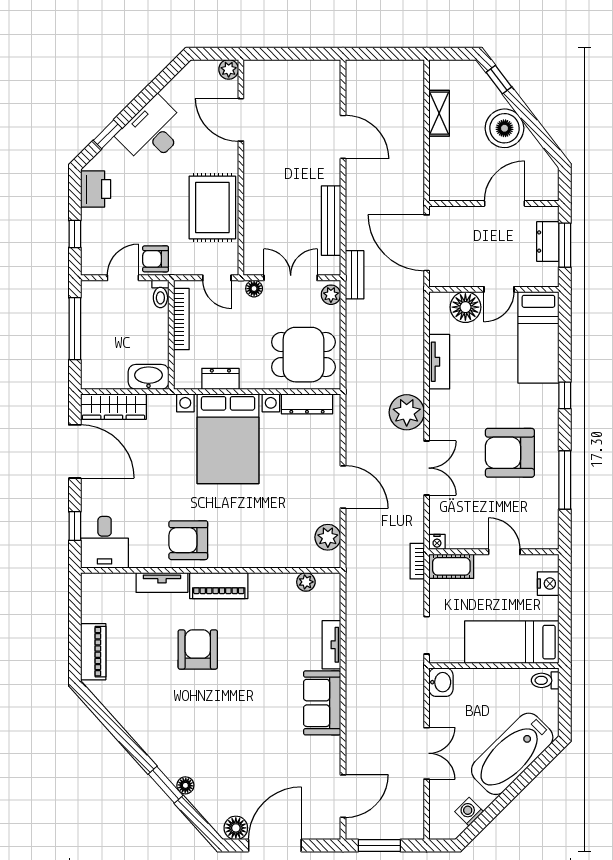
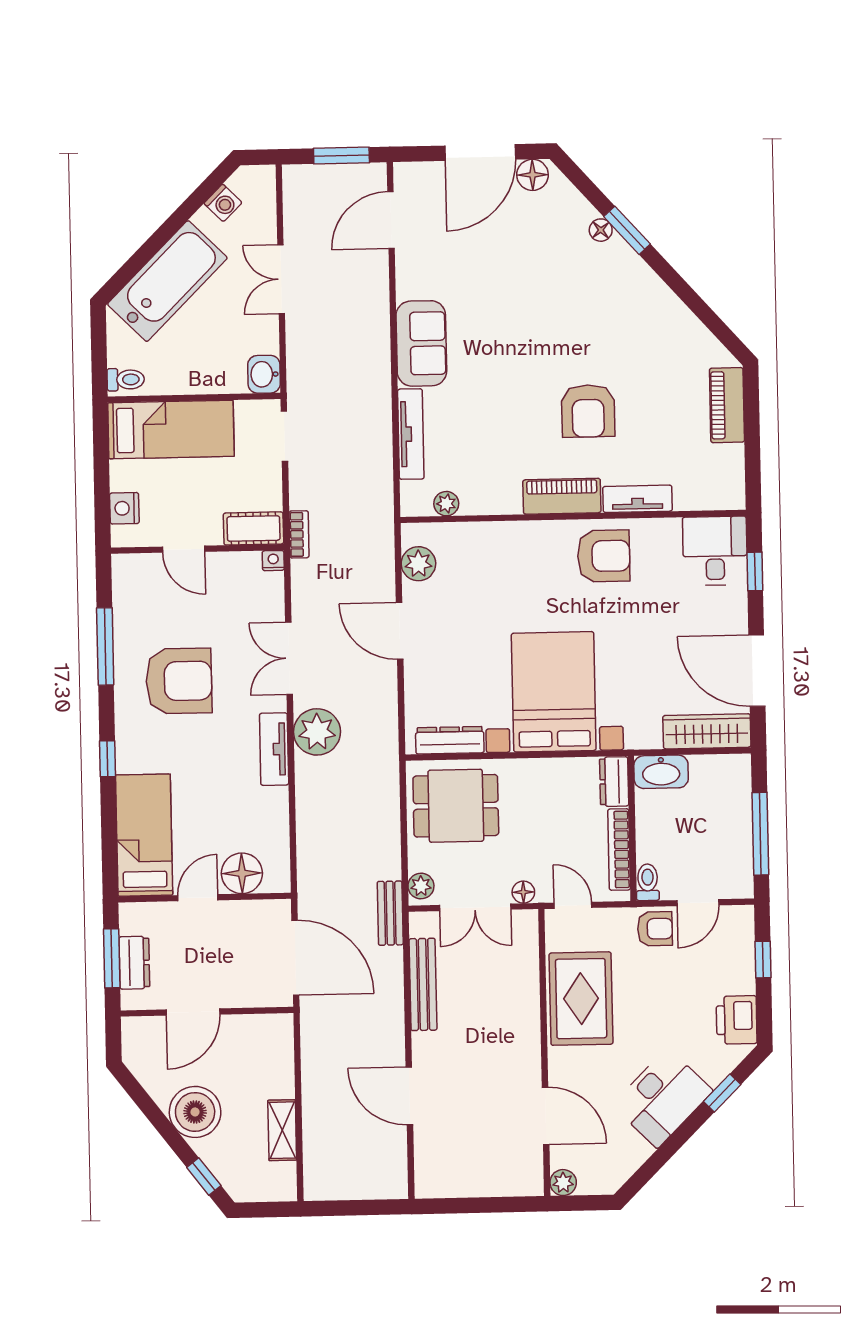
tv unit: (439, 362) -> (274, 749), moved
dresser: (220, 379) -> (614, 782), moved, turned 90
tv unit: (331, 645) -> (411, 434), width x1.41

